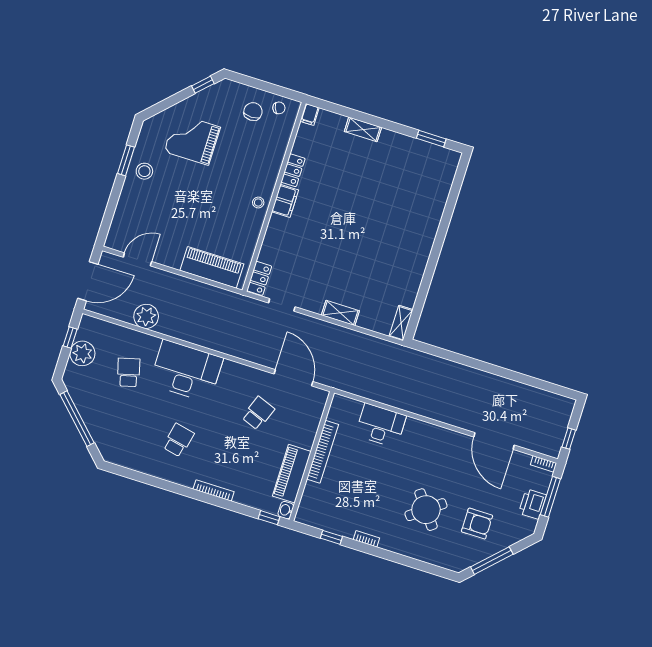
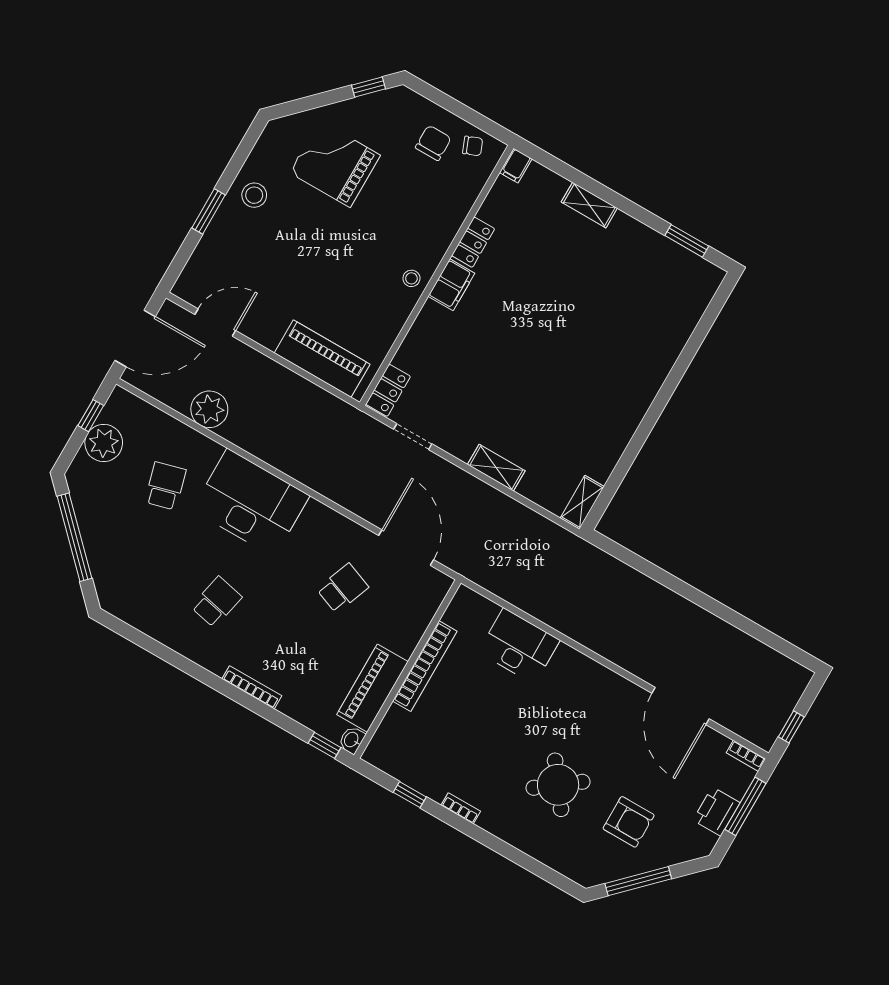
window: (126, 160) -> (209, 211), moved

